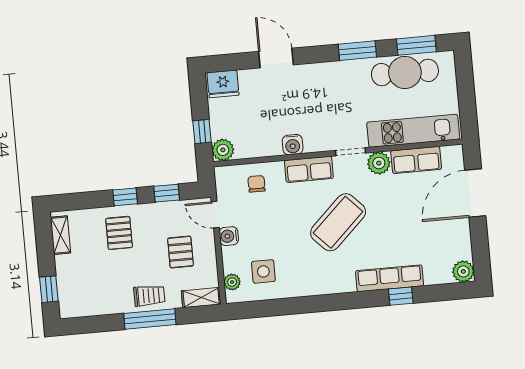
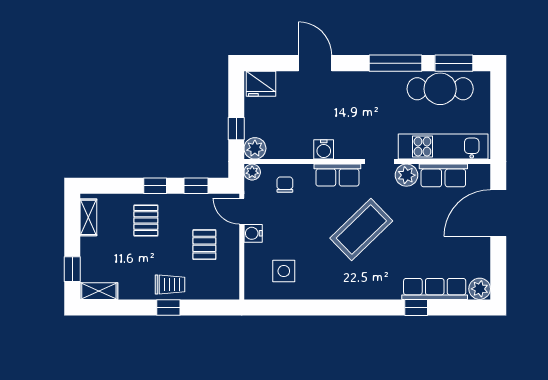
window: (357, 51) -> (396, 63), width x1.44
row of seats: (390, 278) -> (435, 289), moved
plant: (232, 282) -> (252, 172), moved
shelving: (201, 298) -> (99, 291), moved
window: (150, 319) -> (168, 307), width x0.46

